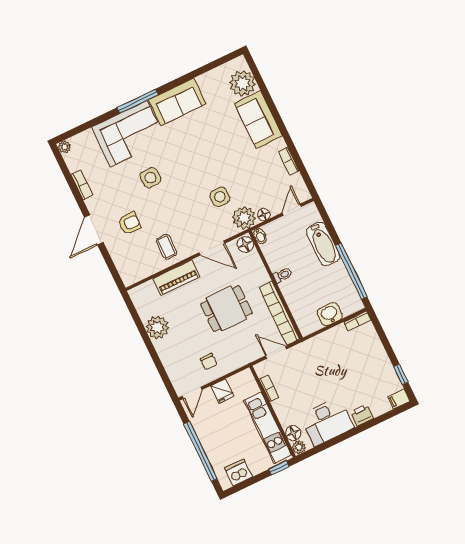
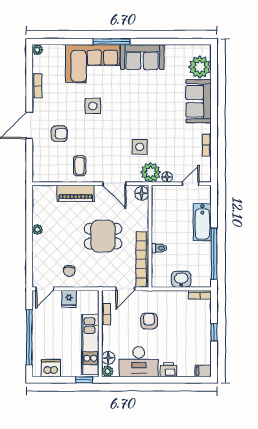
bidet: (260, 236) -> (156, 192), removed
toilet: (283, 275) -> (159, 248), moved
plant: (157, 327) -> (37, 230), width x0.53, depth x0.53
door: (276, 352) -> (125, 289), swing flipped
armchair: (317, 374) -> (149, 321), added
window: (401, 374) -> (214, 332), moved

